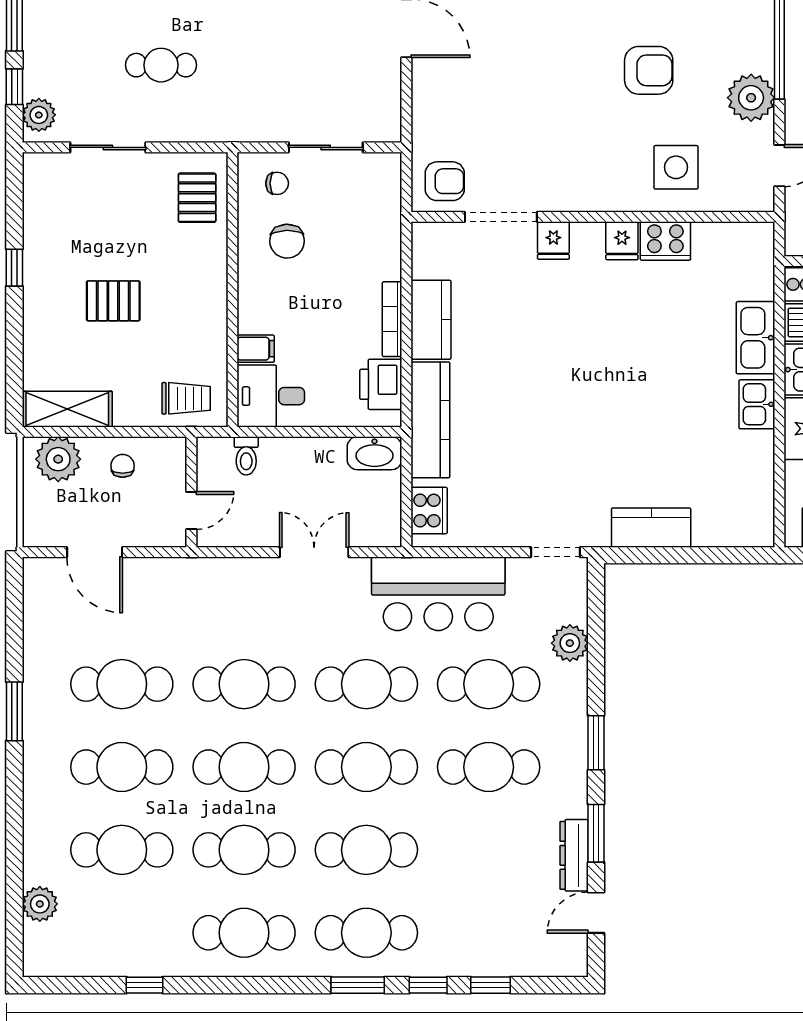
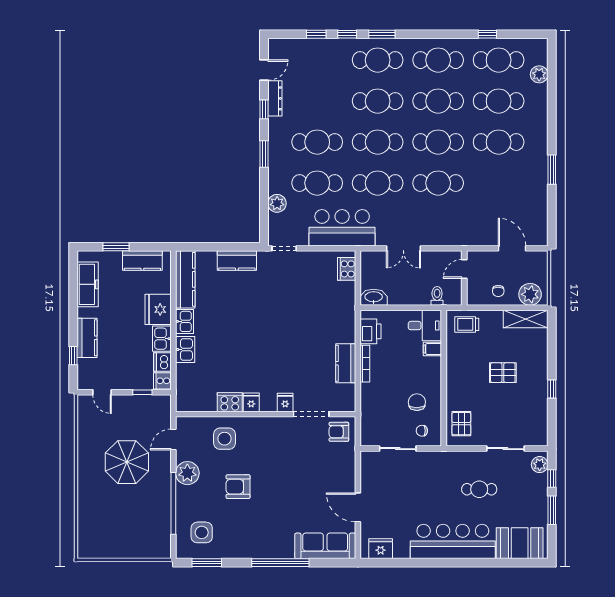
kitchen sink: (756, 338) -> (185, 350), width x0.73
kitchen counter: (430, 420) -> (185, 279), moved, turned 180
cafe table: (122, 684) -> (499, 60), moved
window: (596, 833) -> (264, 109), width x0.67

